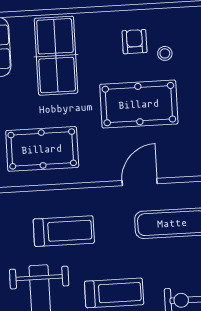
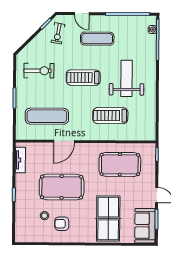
armchair: (134, 42) -> (62, 224), turned 90

